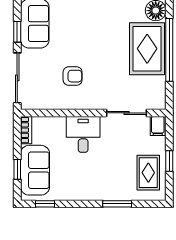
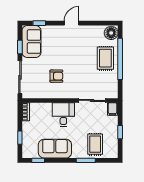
rug: (147, 49) -> (105, 58), width x0.73, depth x0.70
sofa: (35, 170) -> (55, 149), moved, turned -90
rug: (148, 173) -> (95, 144), moved

